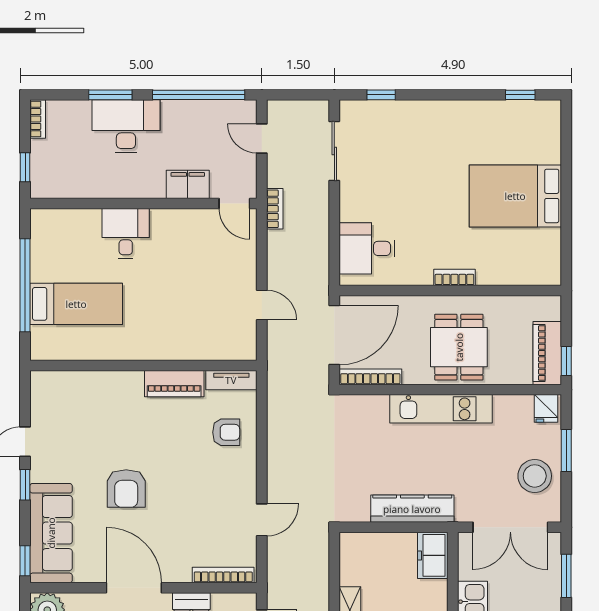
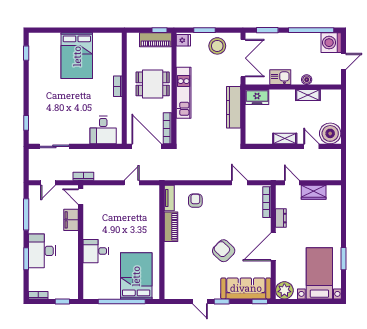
window: (199, 95) -> (26, 214), width x0.68
door: (234, 204) -> (81, 197), swing flipped
bed: (76, 304) -> (136, 276), width x1.50
armchair: (126, 489) -> (224, 251), turned -136

